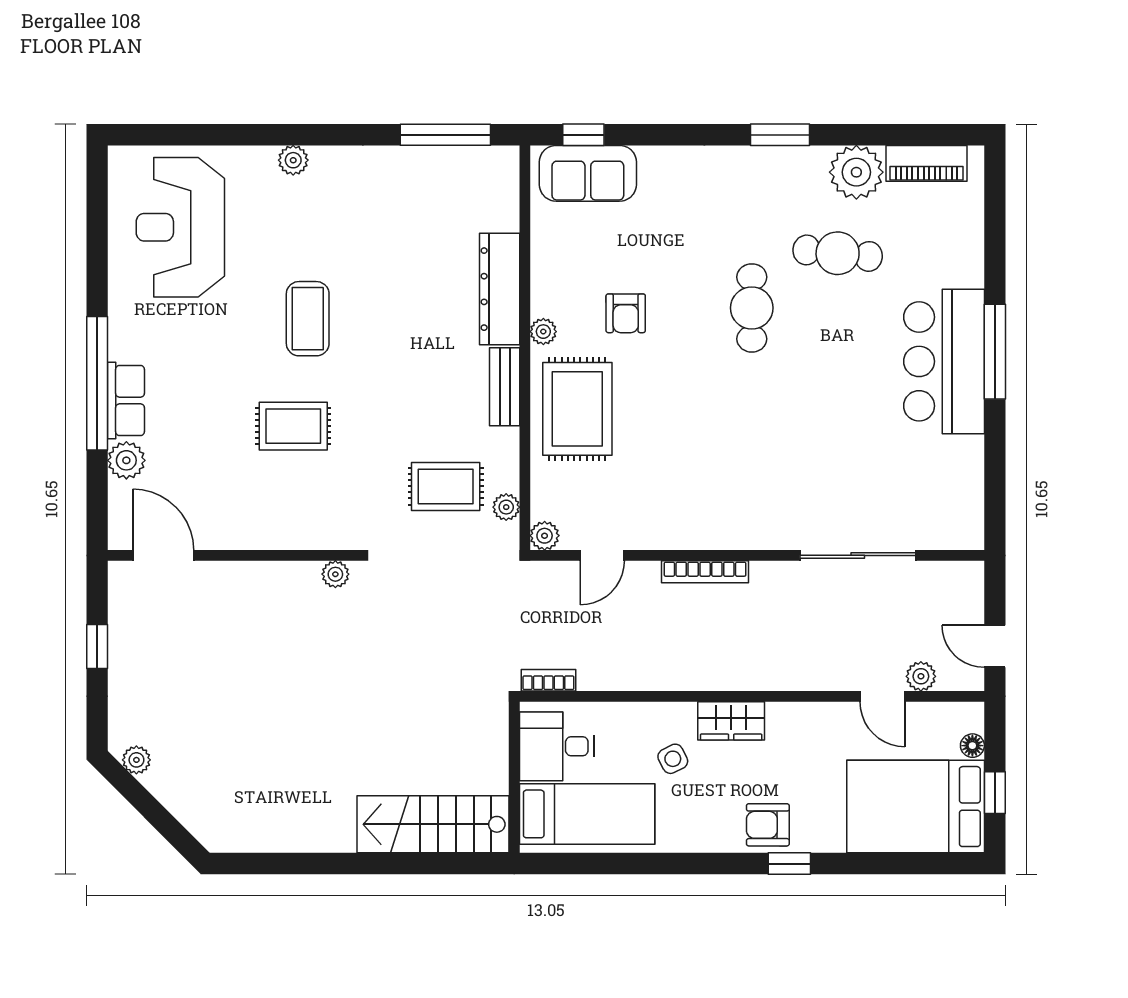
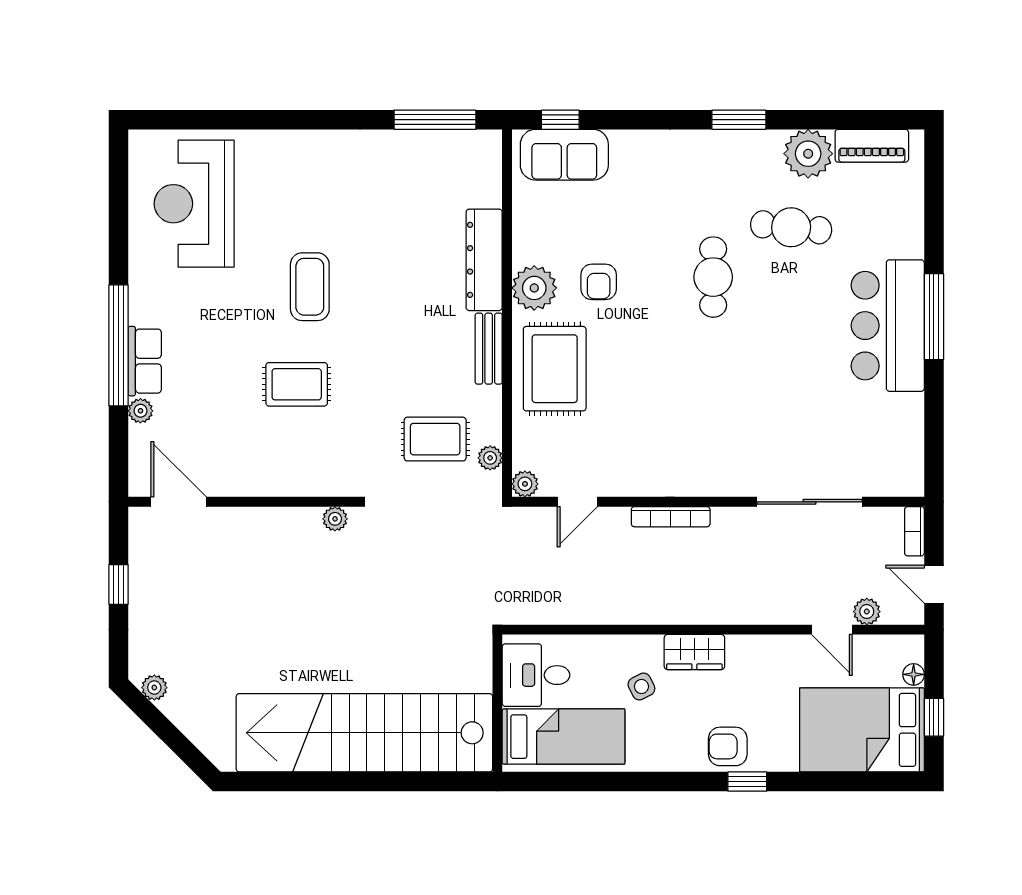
plant: (293, 160) -> (297, 143), removed
plant: (543, 332) -> (534, 288), width x1.88, depth x1.88
plant: (126, 460) -> (140, 411), width x0.73, depth x0.73
bookcase: (548, 680) -> (914, 531), moved, turned -90
stairs: (433, 824) -> (364, 733), width x1.86, depth x1.51

